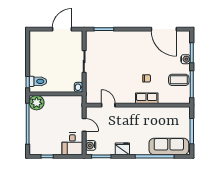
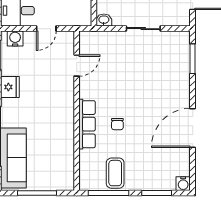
door: (164, 29) -> (193, 128), moved
water cooler: (186, 59) -> (183, 184), moved
row of seats: (147, 98) -> (87, 124), width x1.48

